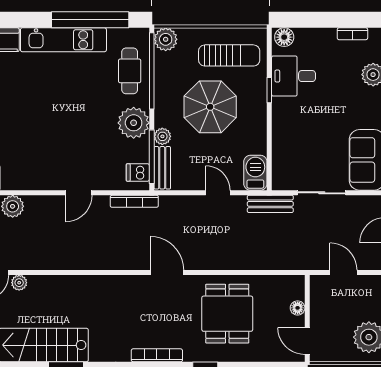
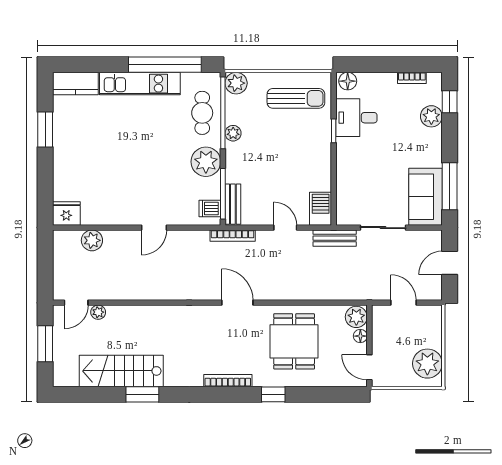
parasol: (210, 107) -> (278, 147), removed
plant: (162, 136) -> (233, 133), moved
bookcase: (134, 201) -> (233, 236), moved
plant: (293, 288) -> (356, 317), added

